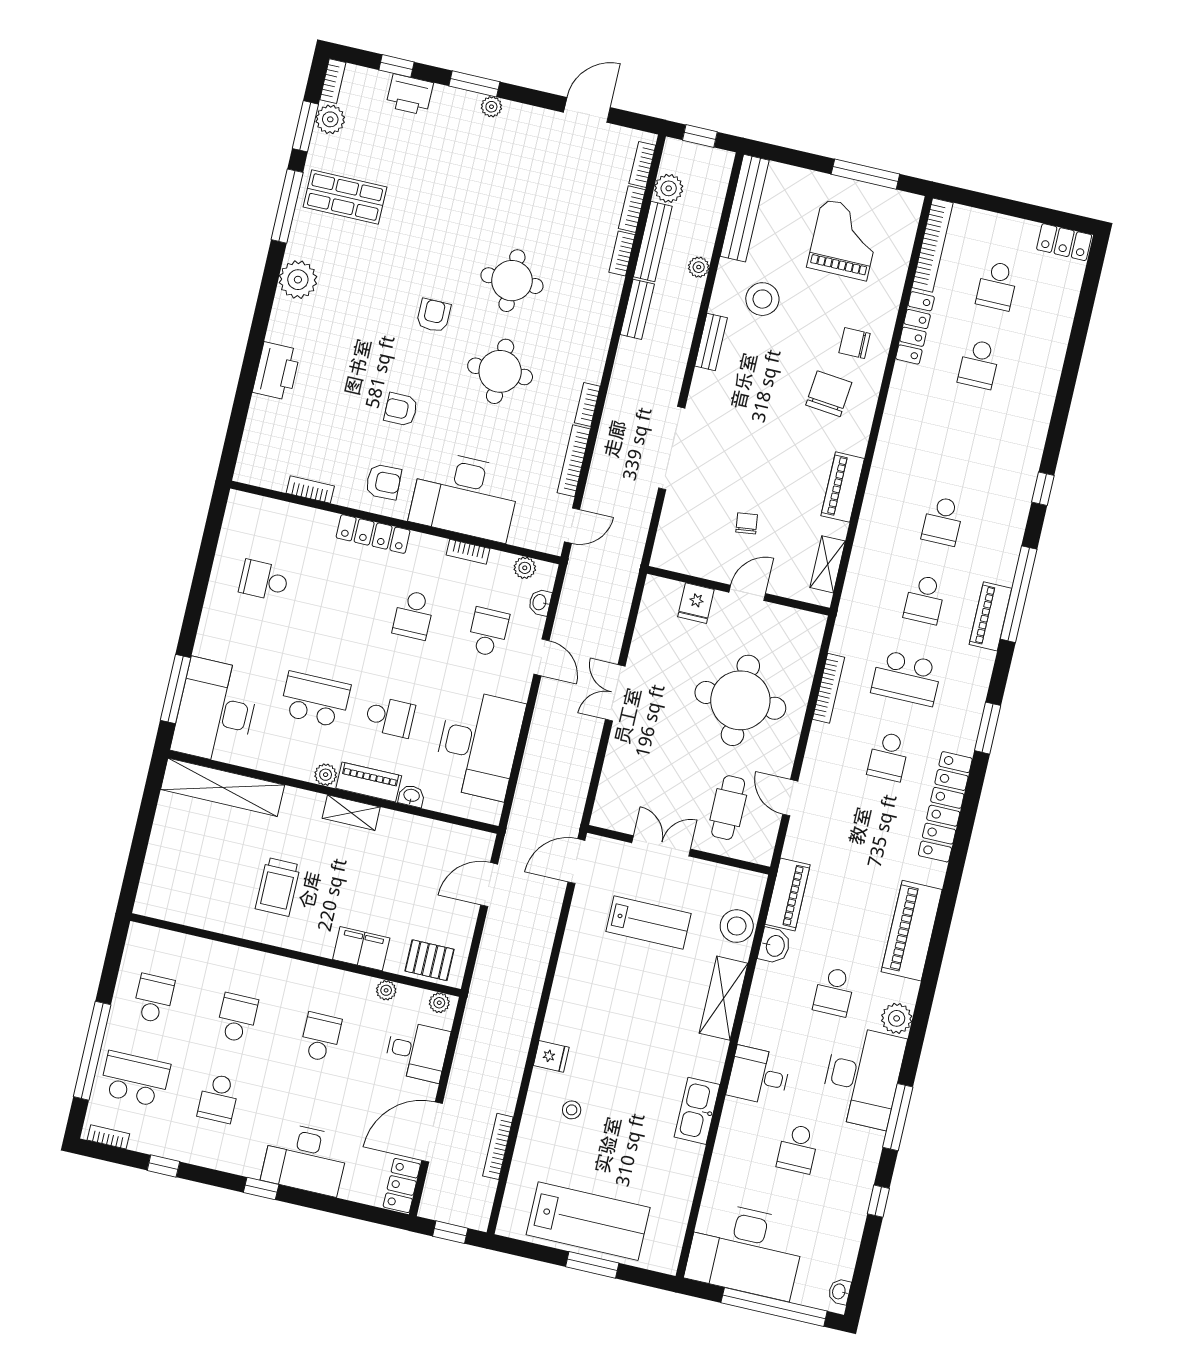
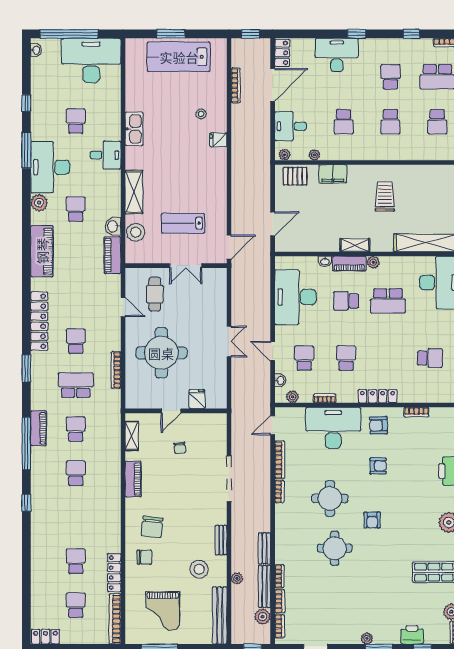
school desk: (488, 632) -> (304, 358), turned 180

